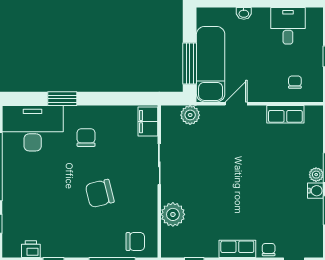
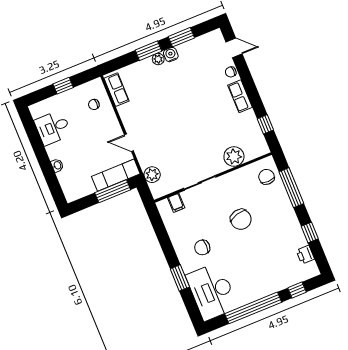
exam couch: (211, 64) -> (116, 175), width x0.73, depth x0.69
row of seats: (285, 114) -> (117, 90), moved
filing cabinet: (148, 122) -> (176, 203), width x0.50

